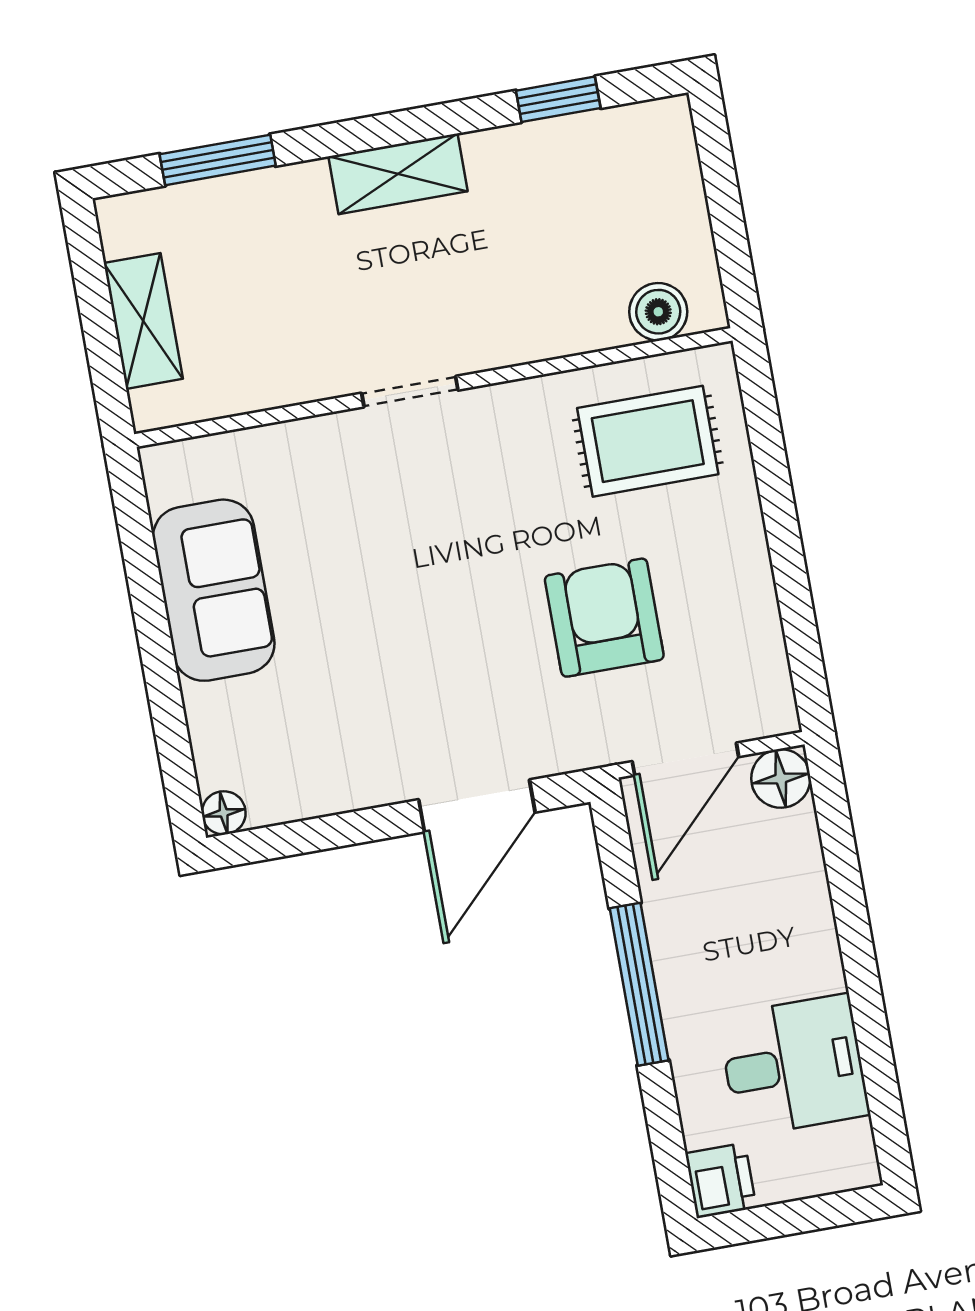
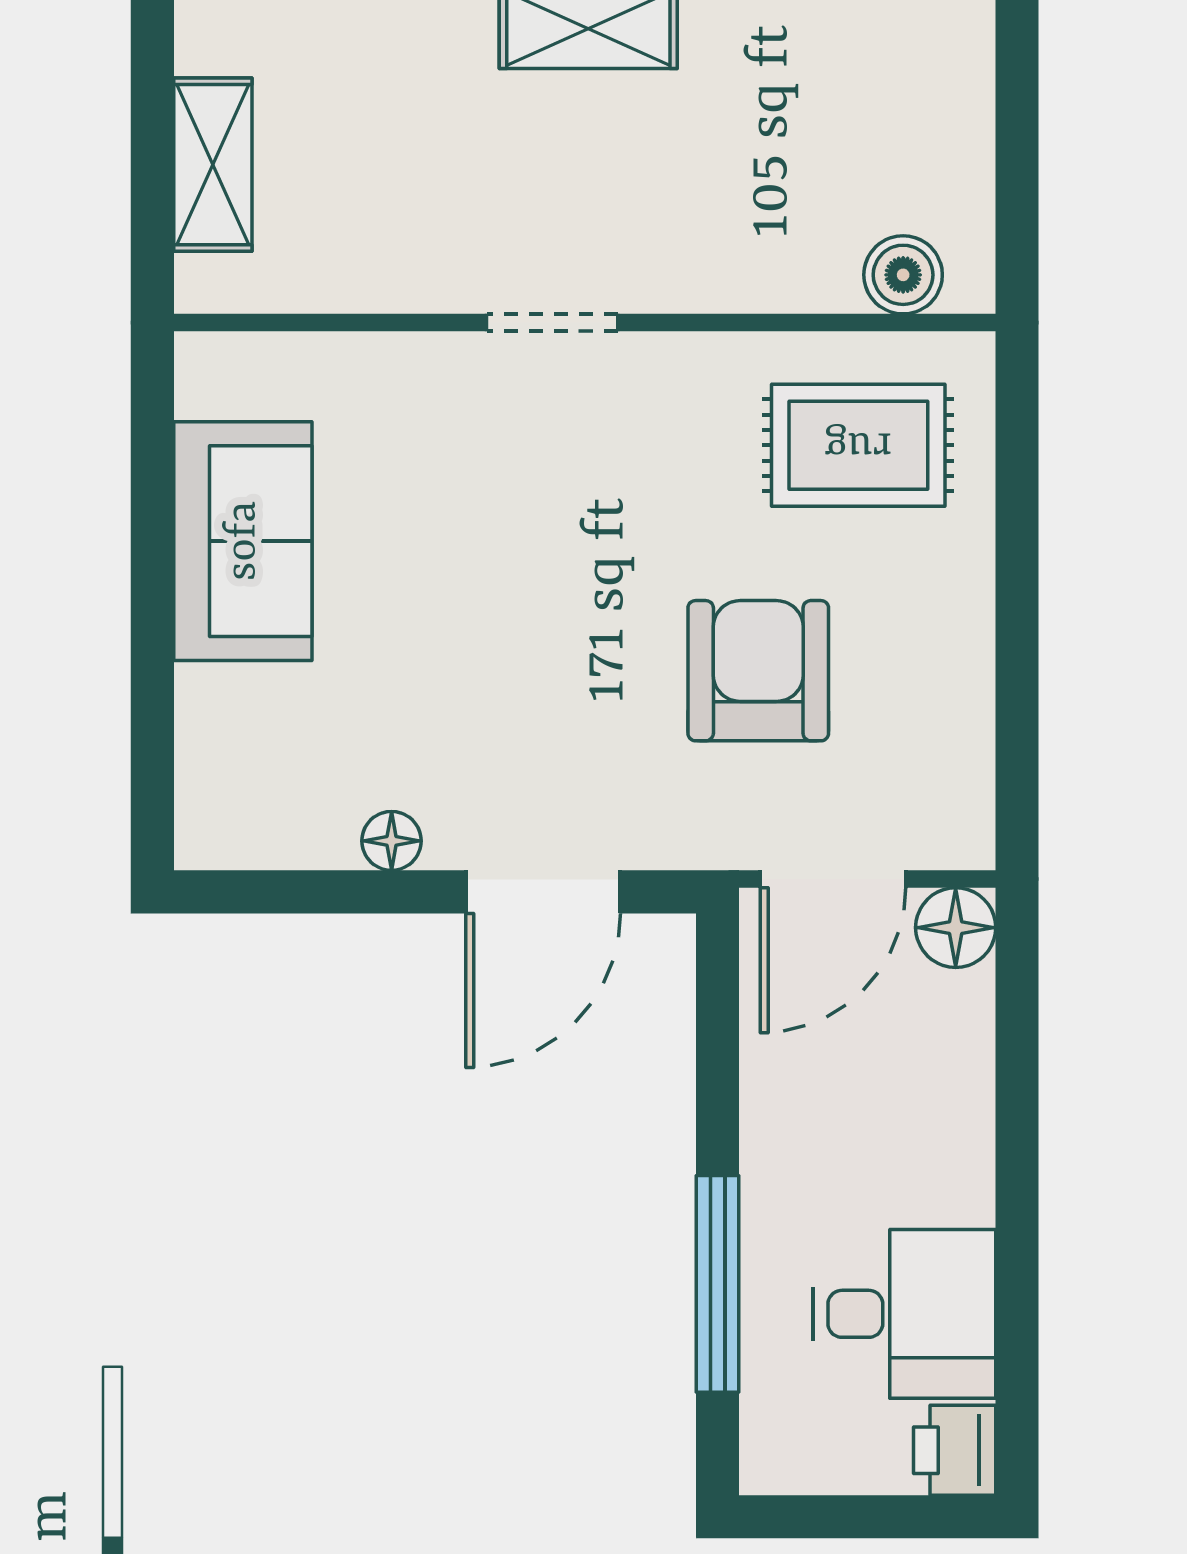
floor lamp: (224, 813) -> (392, 841), moved
window: (639, 984) -> (717, 1284), moved
printer: (721, 1180) -> (955, 1450), moved, turned 180

